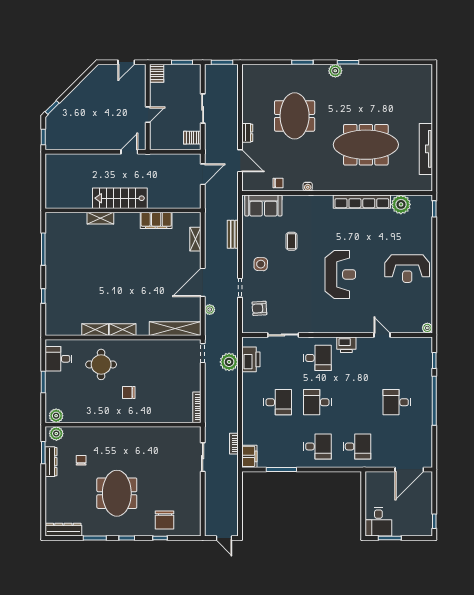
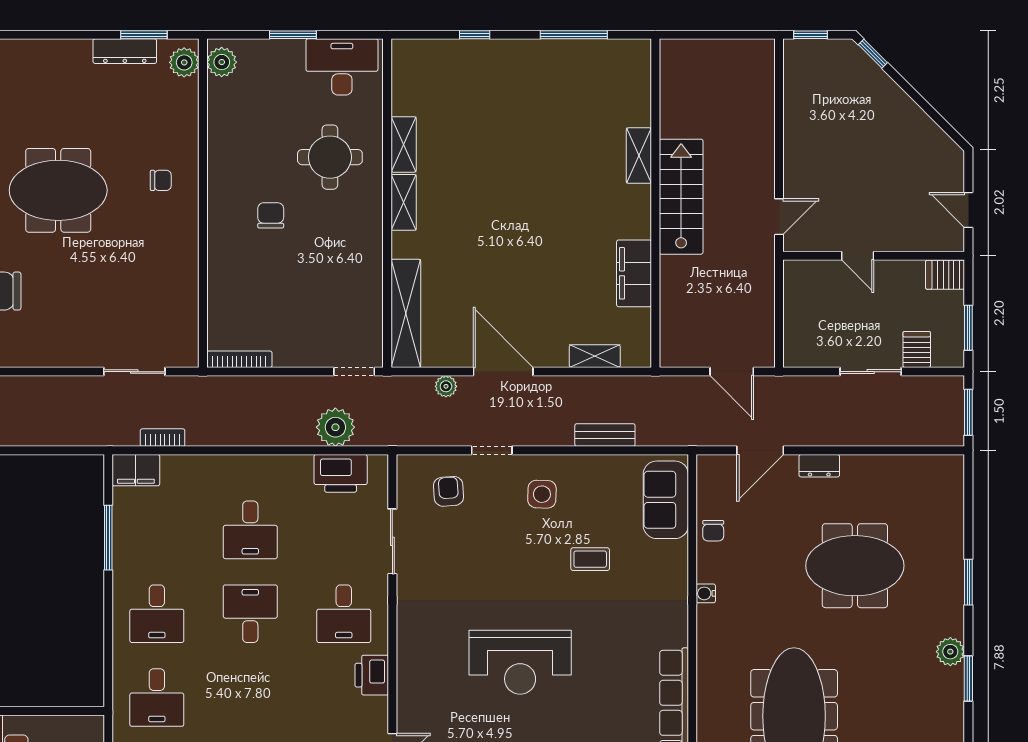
server rack: (192, 138) -> (917, 349), moved
door: (129, 152) -> (779, 217), hinge flipped
desk: (58, 359) -> (342, 67), width x1.37
chair: (81, 460) -> (161, 180), moved

